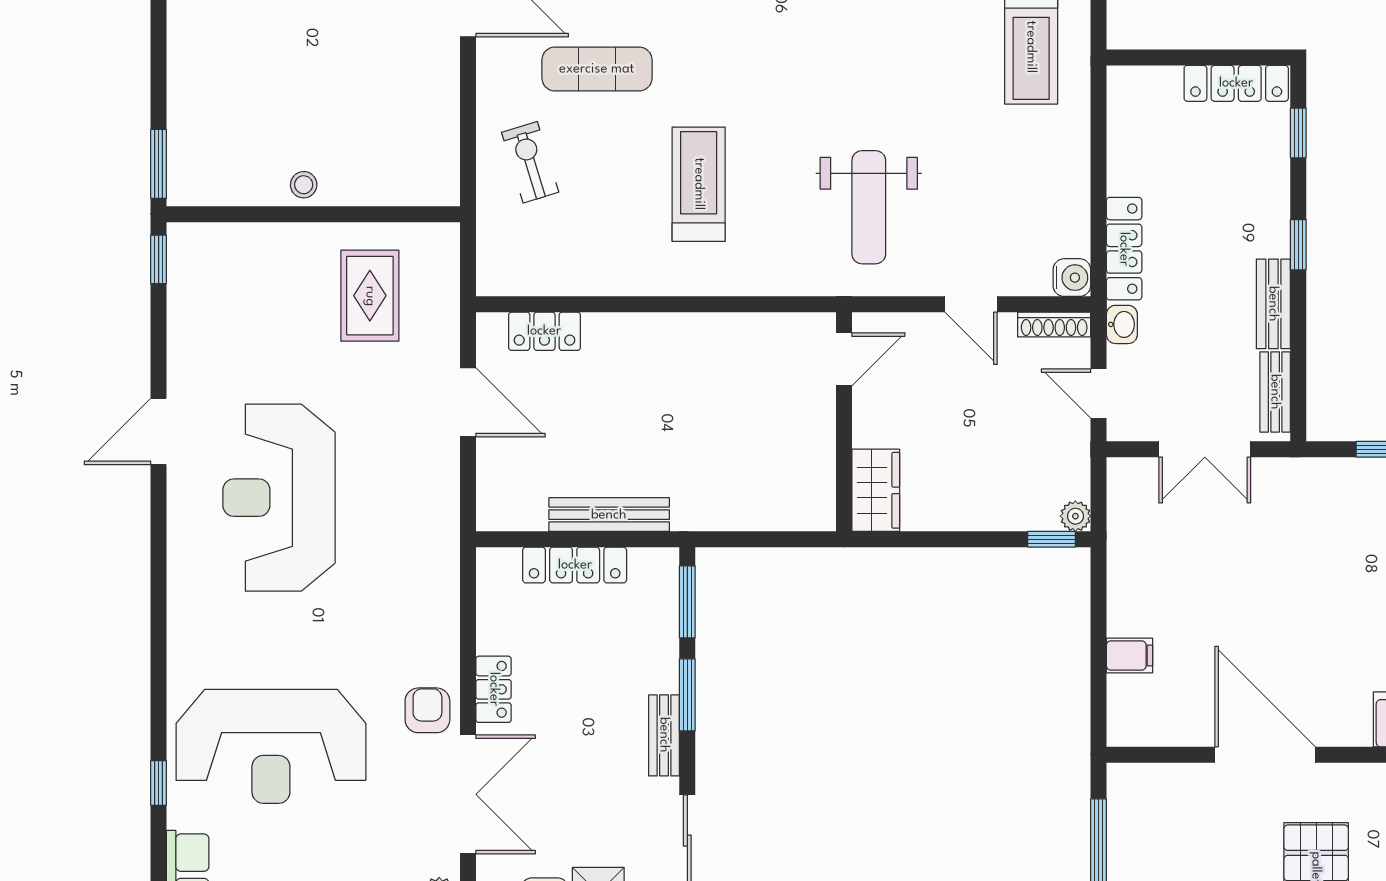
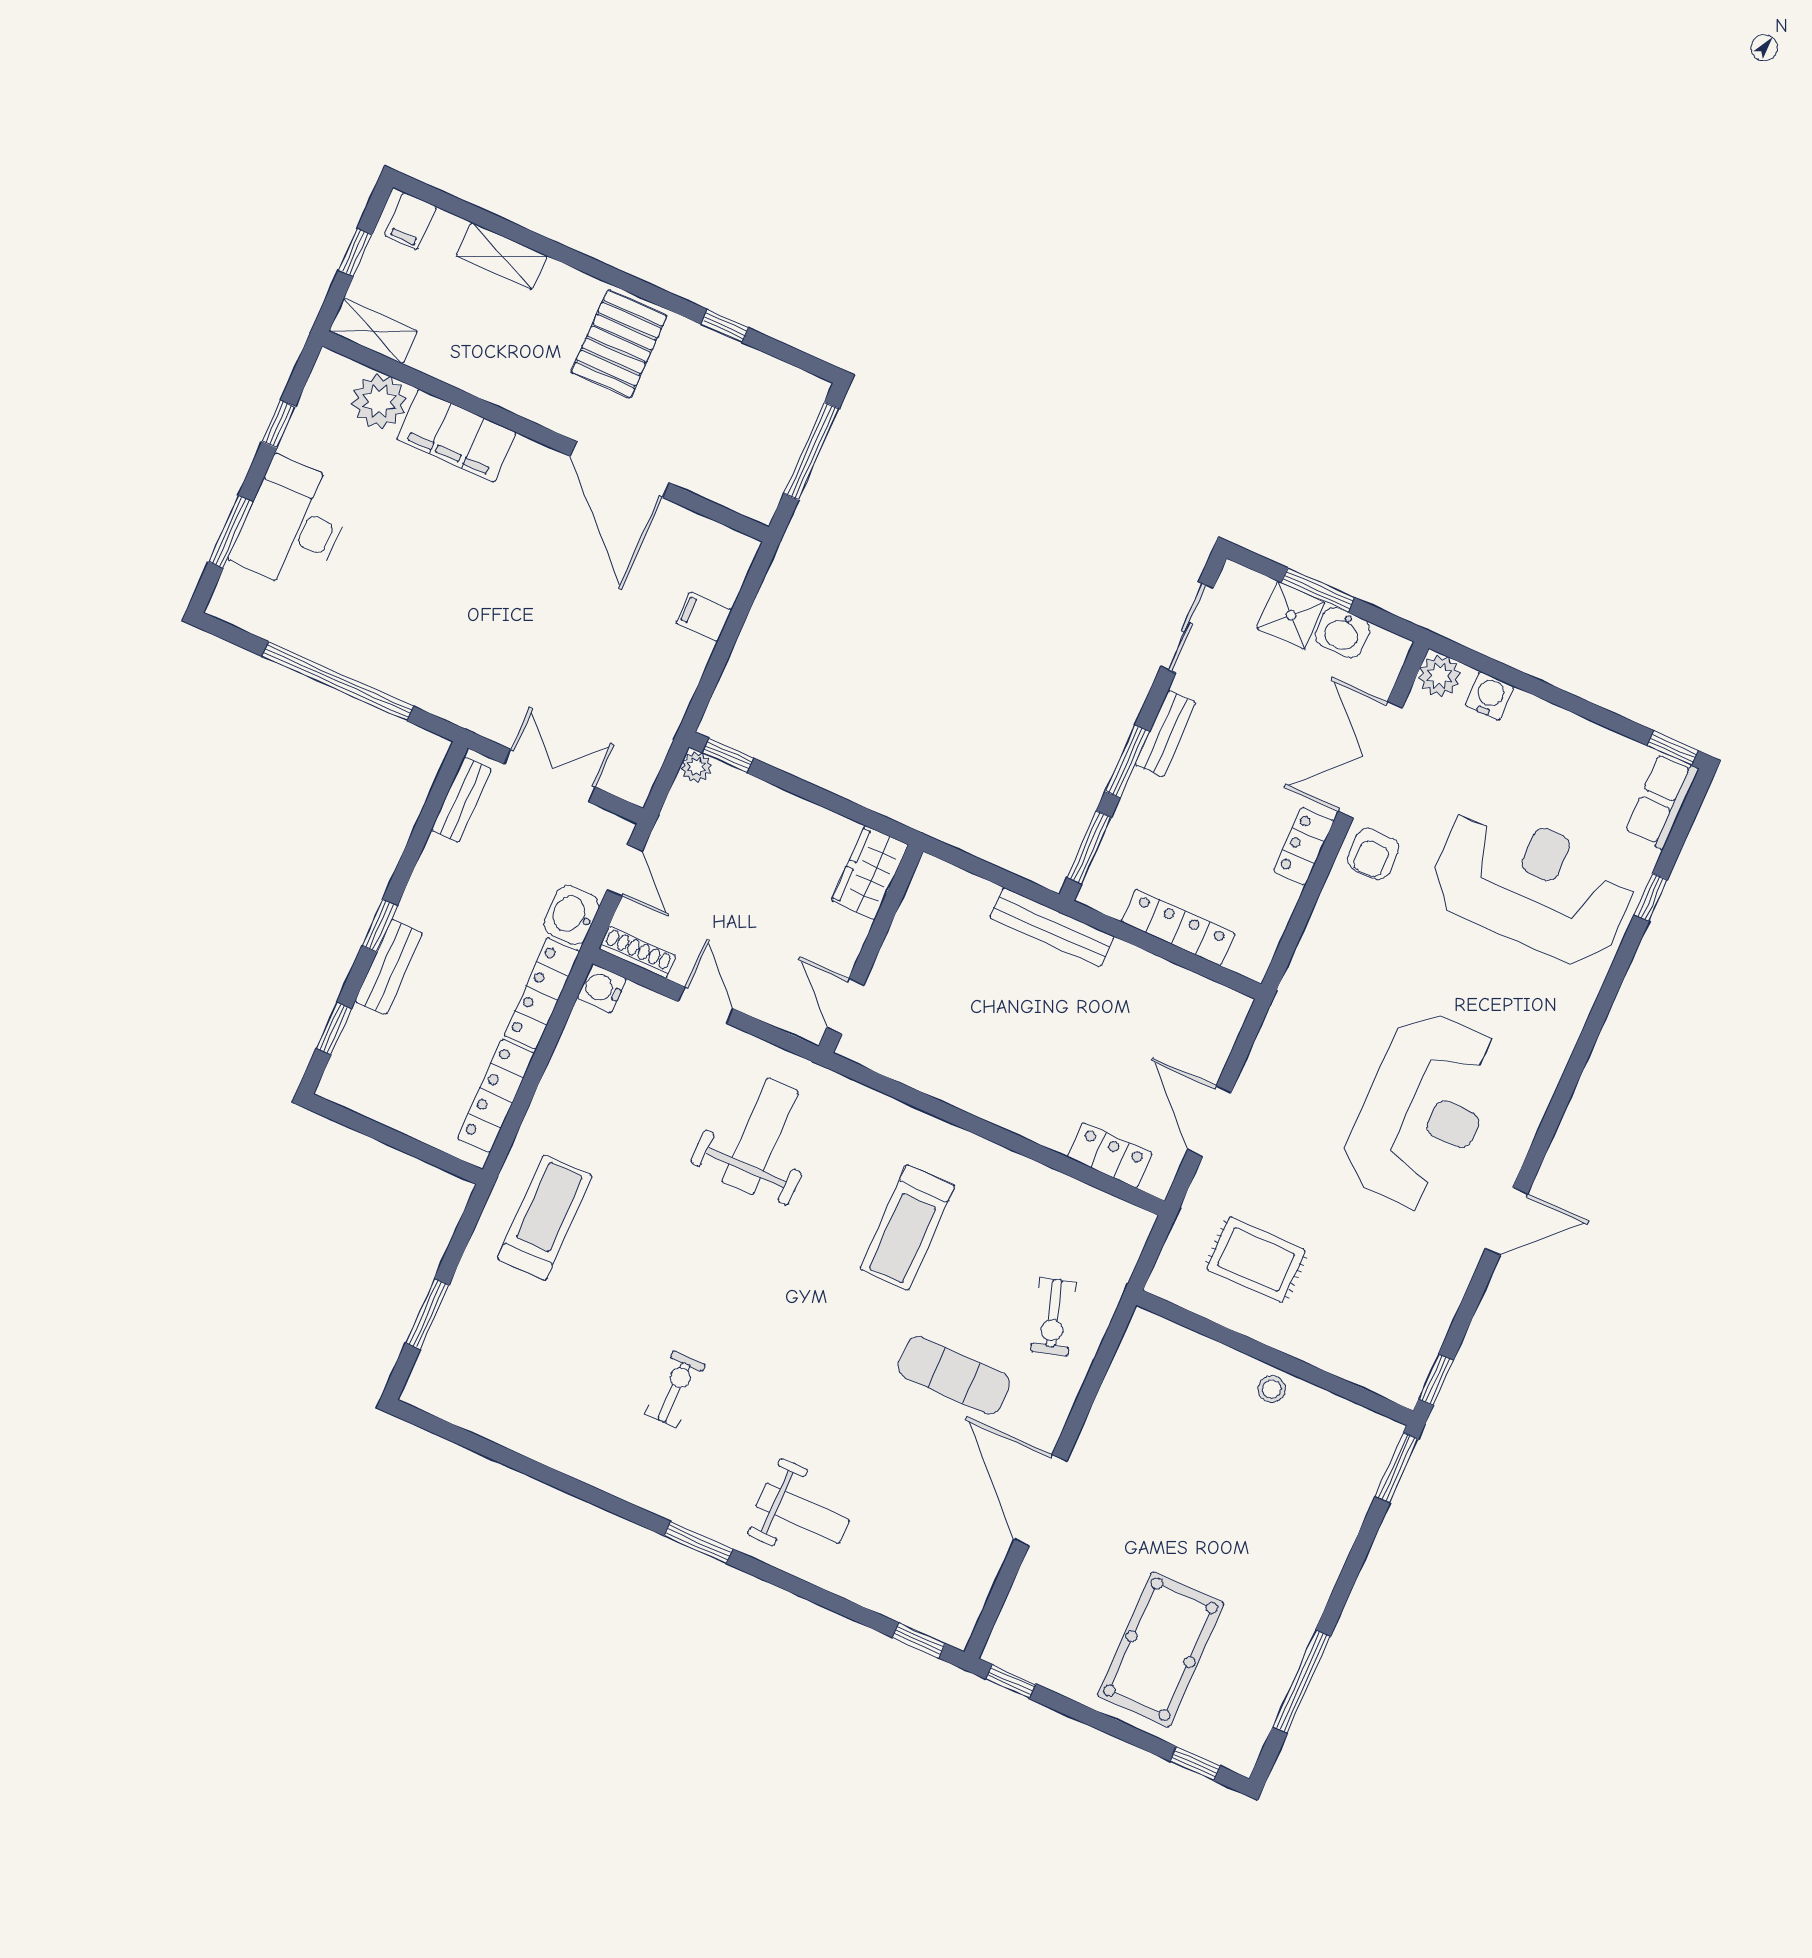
locker: (1236, 83) -> (496, 1096), moved, turned -90
rug: (370, 296) -> (1256, 1260), turned 90
bench: (1273, 304) -> (389, 967), moved
washbasin: (1122, 324) -> (572, 915), width x1.38, depth x1.45
door: (844, 359) -> (845, 1006), hinge flipped
bench: (609, 515) -> (1052, 927), moved

